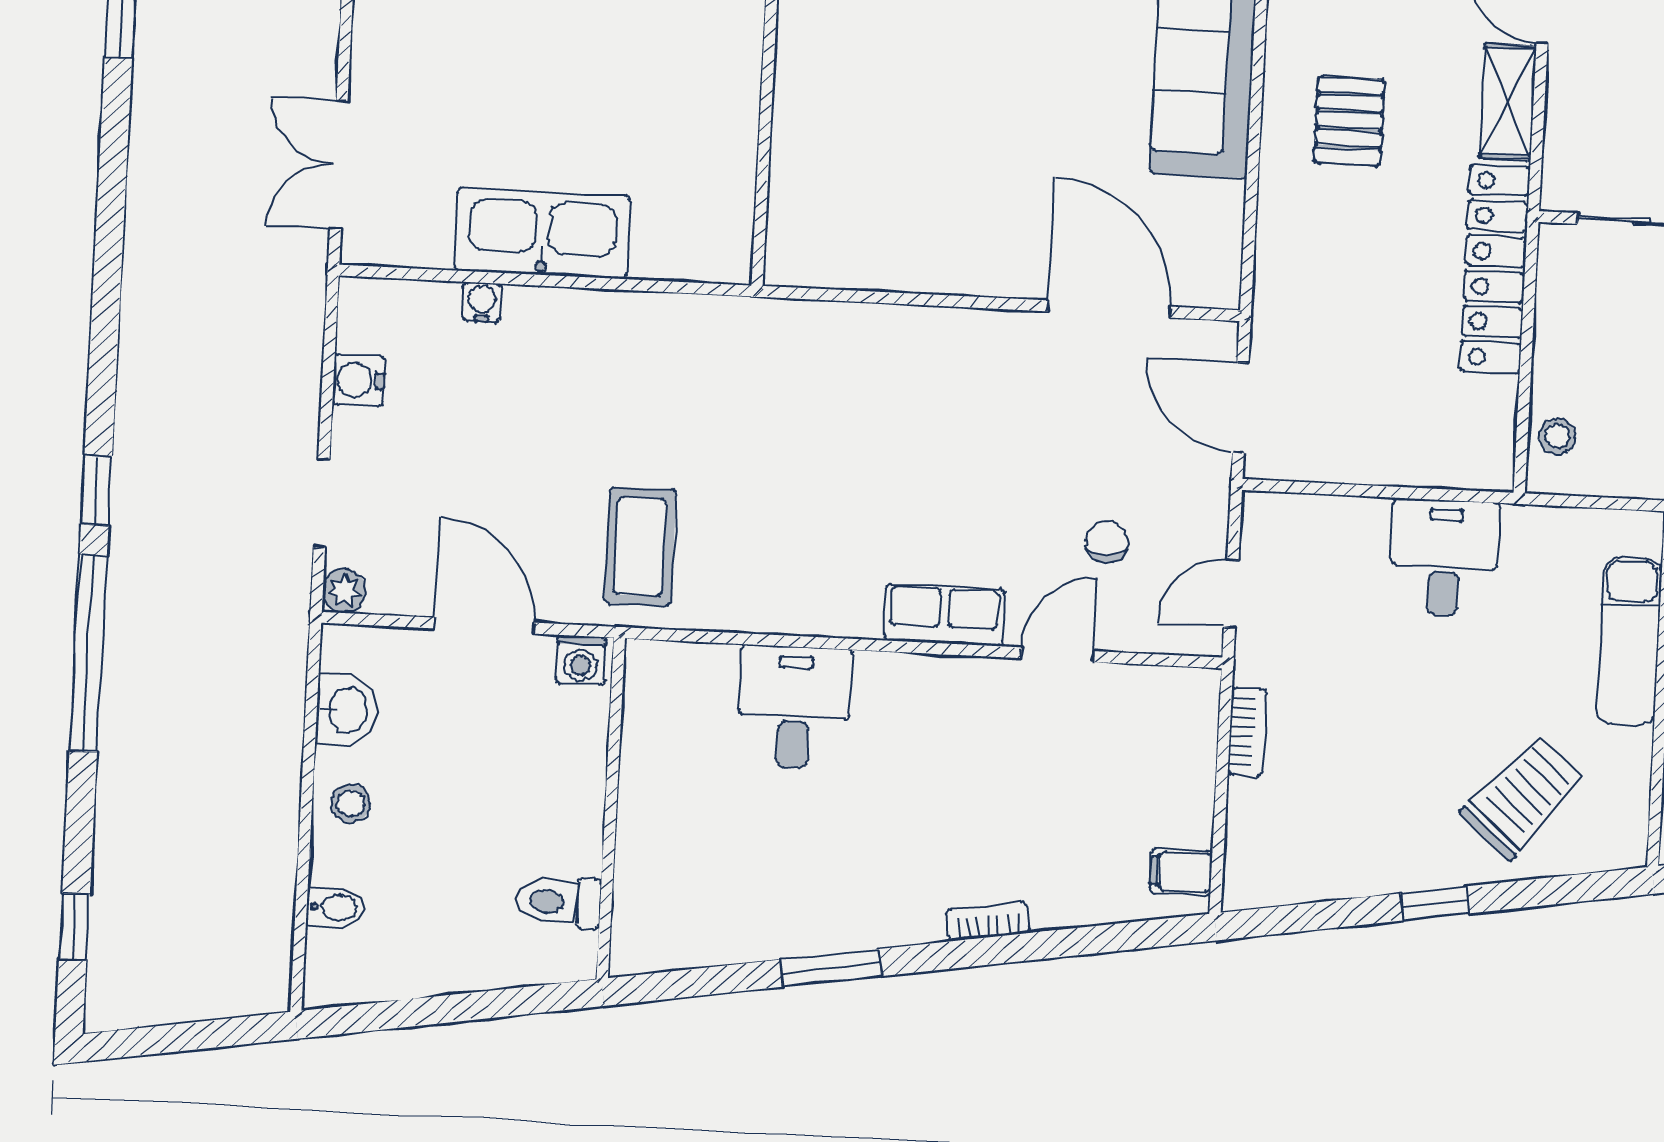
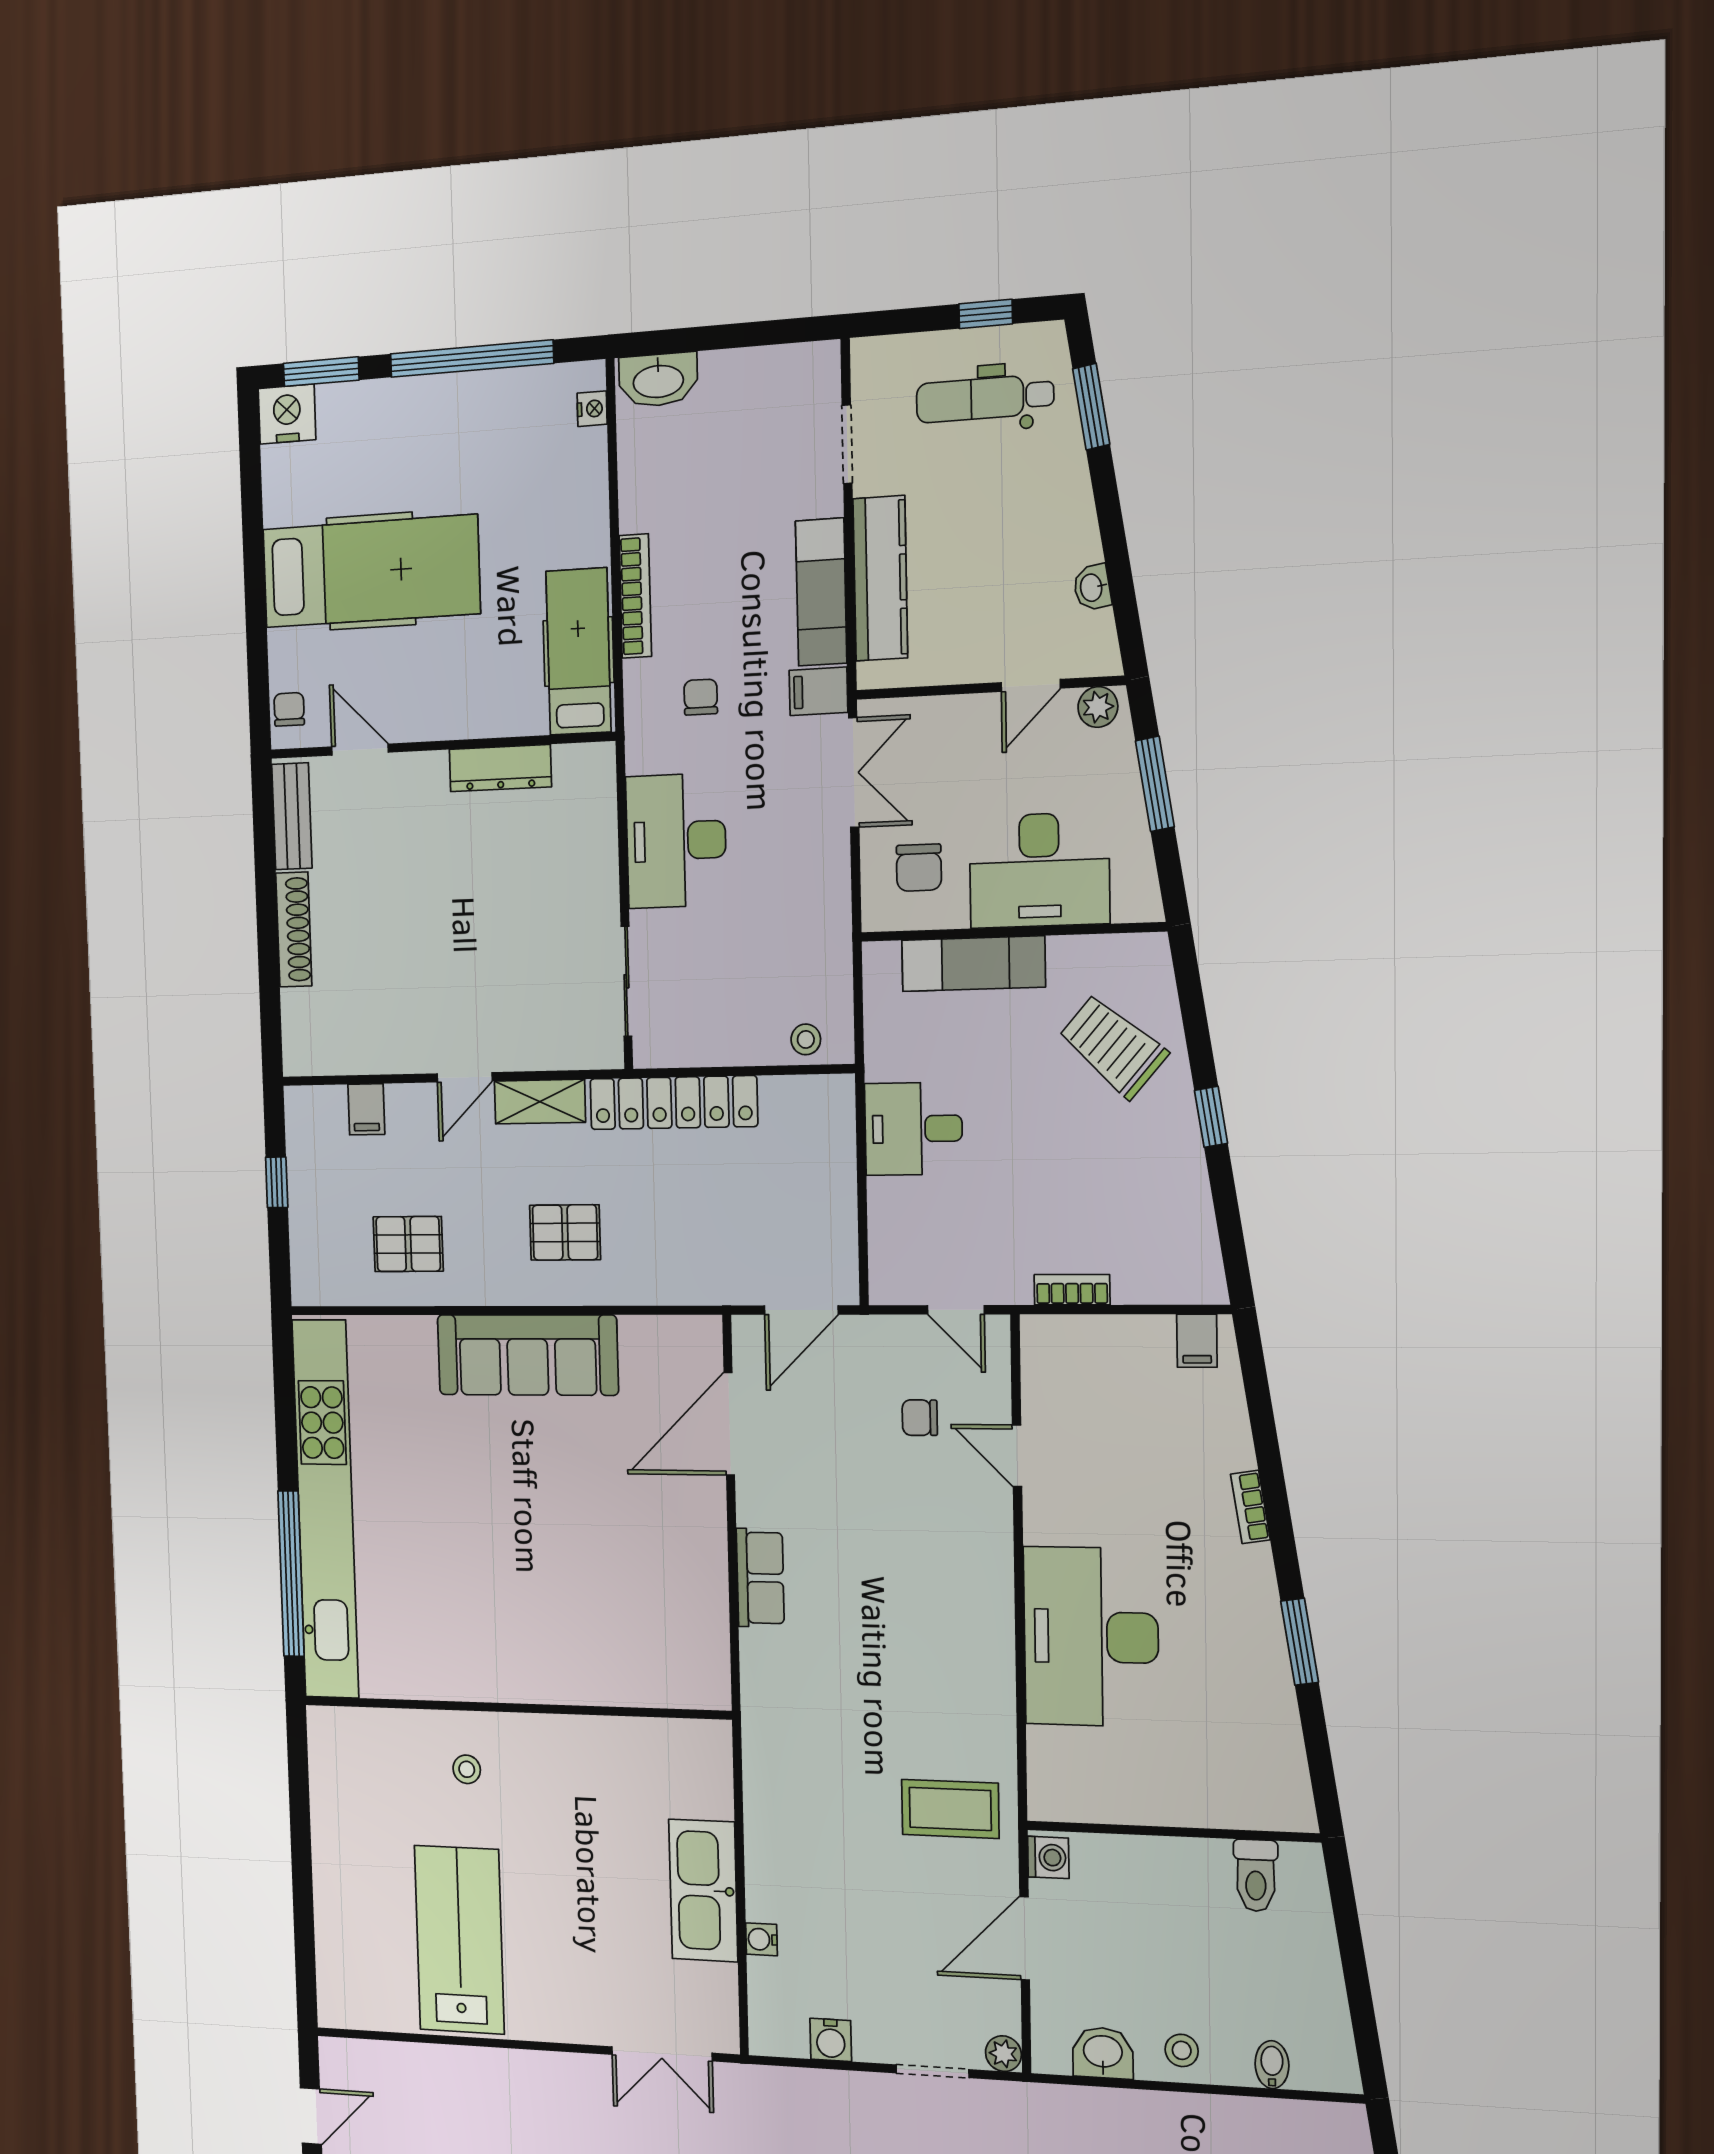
row of seats: (944, 615) -> (760, 1578), moved, turned 180
desk: (794, 707) -> (1091, 1637), width x1.87, depth x1.30

